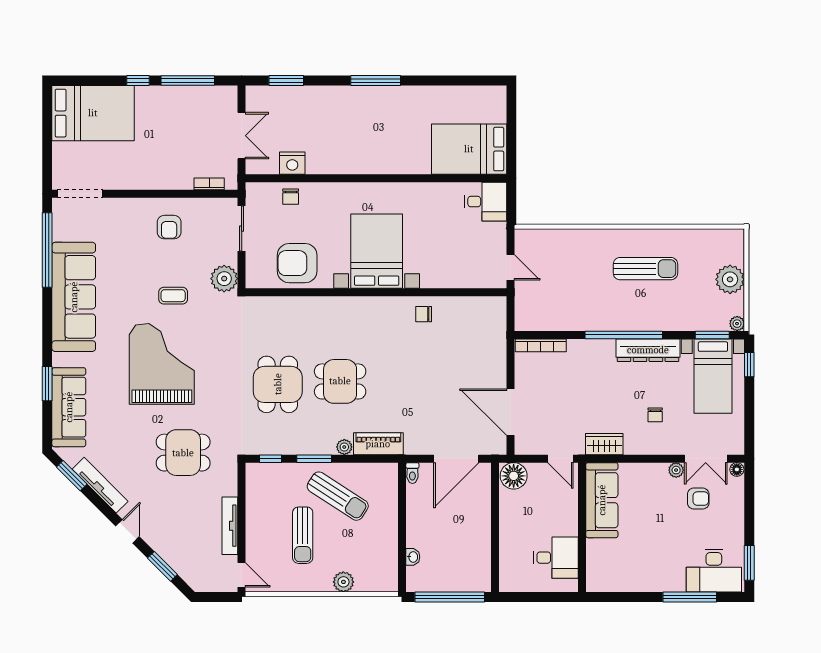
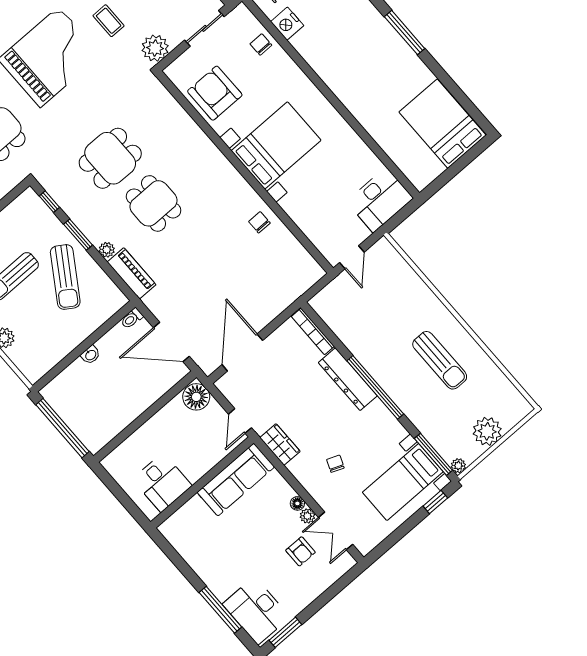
bed: (469, 149) -> (443, 124), moved
chair: (291, 197) -> (261, 44), turned 90
desk: (486, 202) -> (380, 200), width x1.37
window: (712, 335) -> (433, 454), width x1.44
dresser: (648, 350) -> (348, 379), moved
chair: (655, 415) -> (335, 464), turned 112
floor lamp: (737, 469) -> (297, 503), moved
washbasin: (413, 557) -> (90, 355), moved

